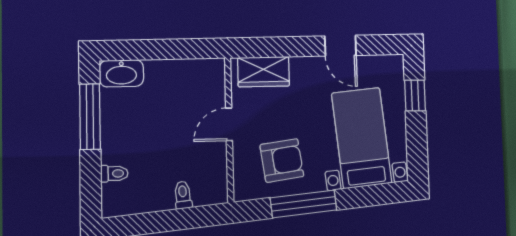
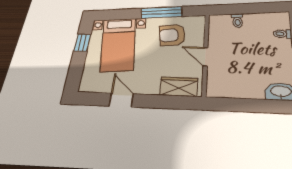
window: (415, 95) -> (82, 43), moved
door: (229, 124) -> (205, 57), swing flipped

